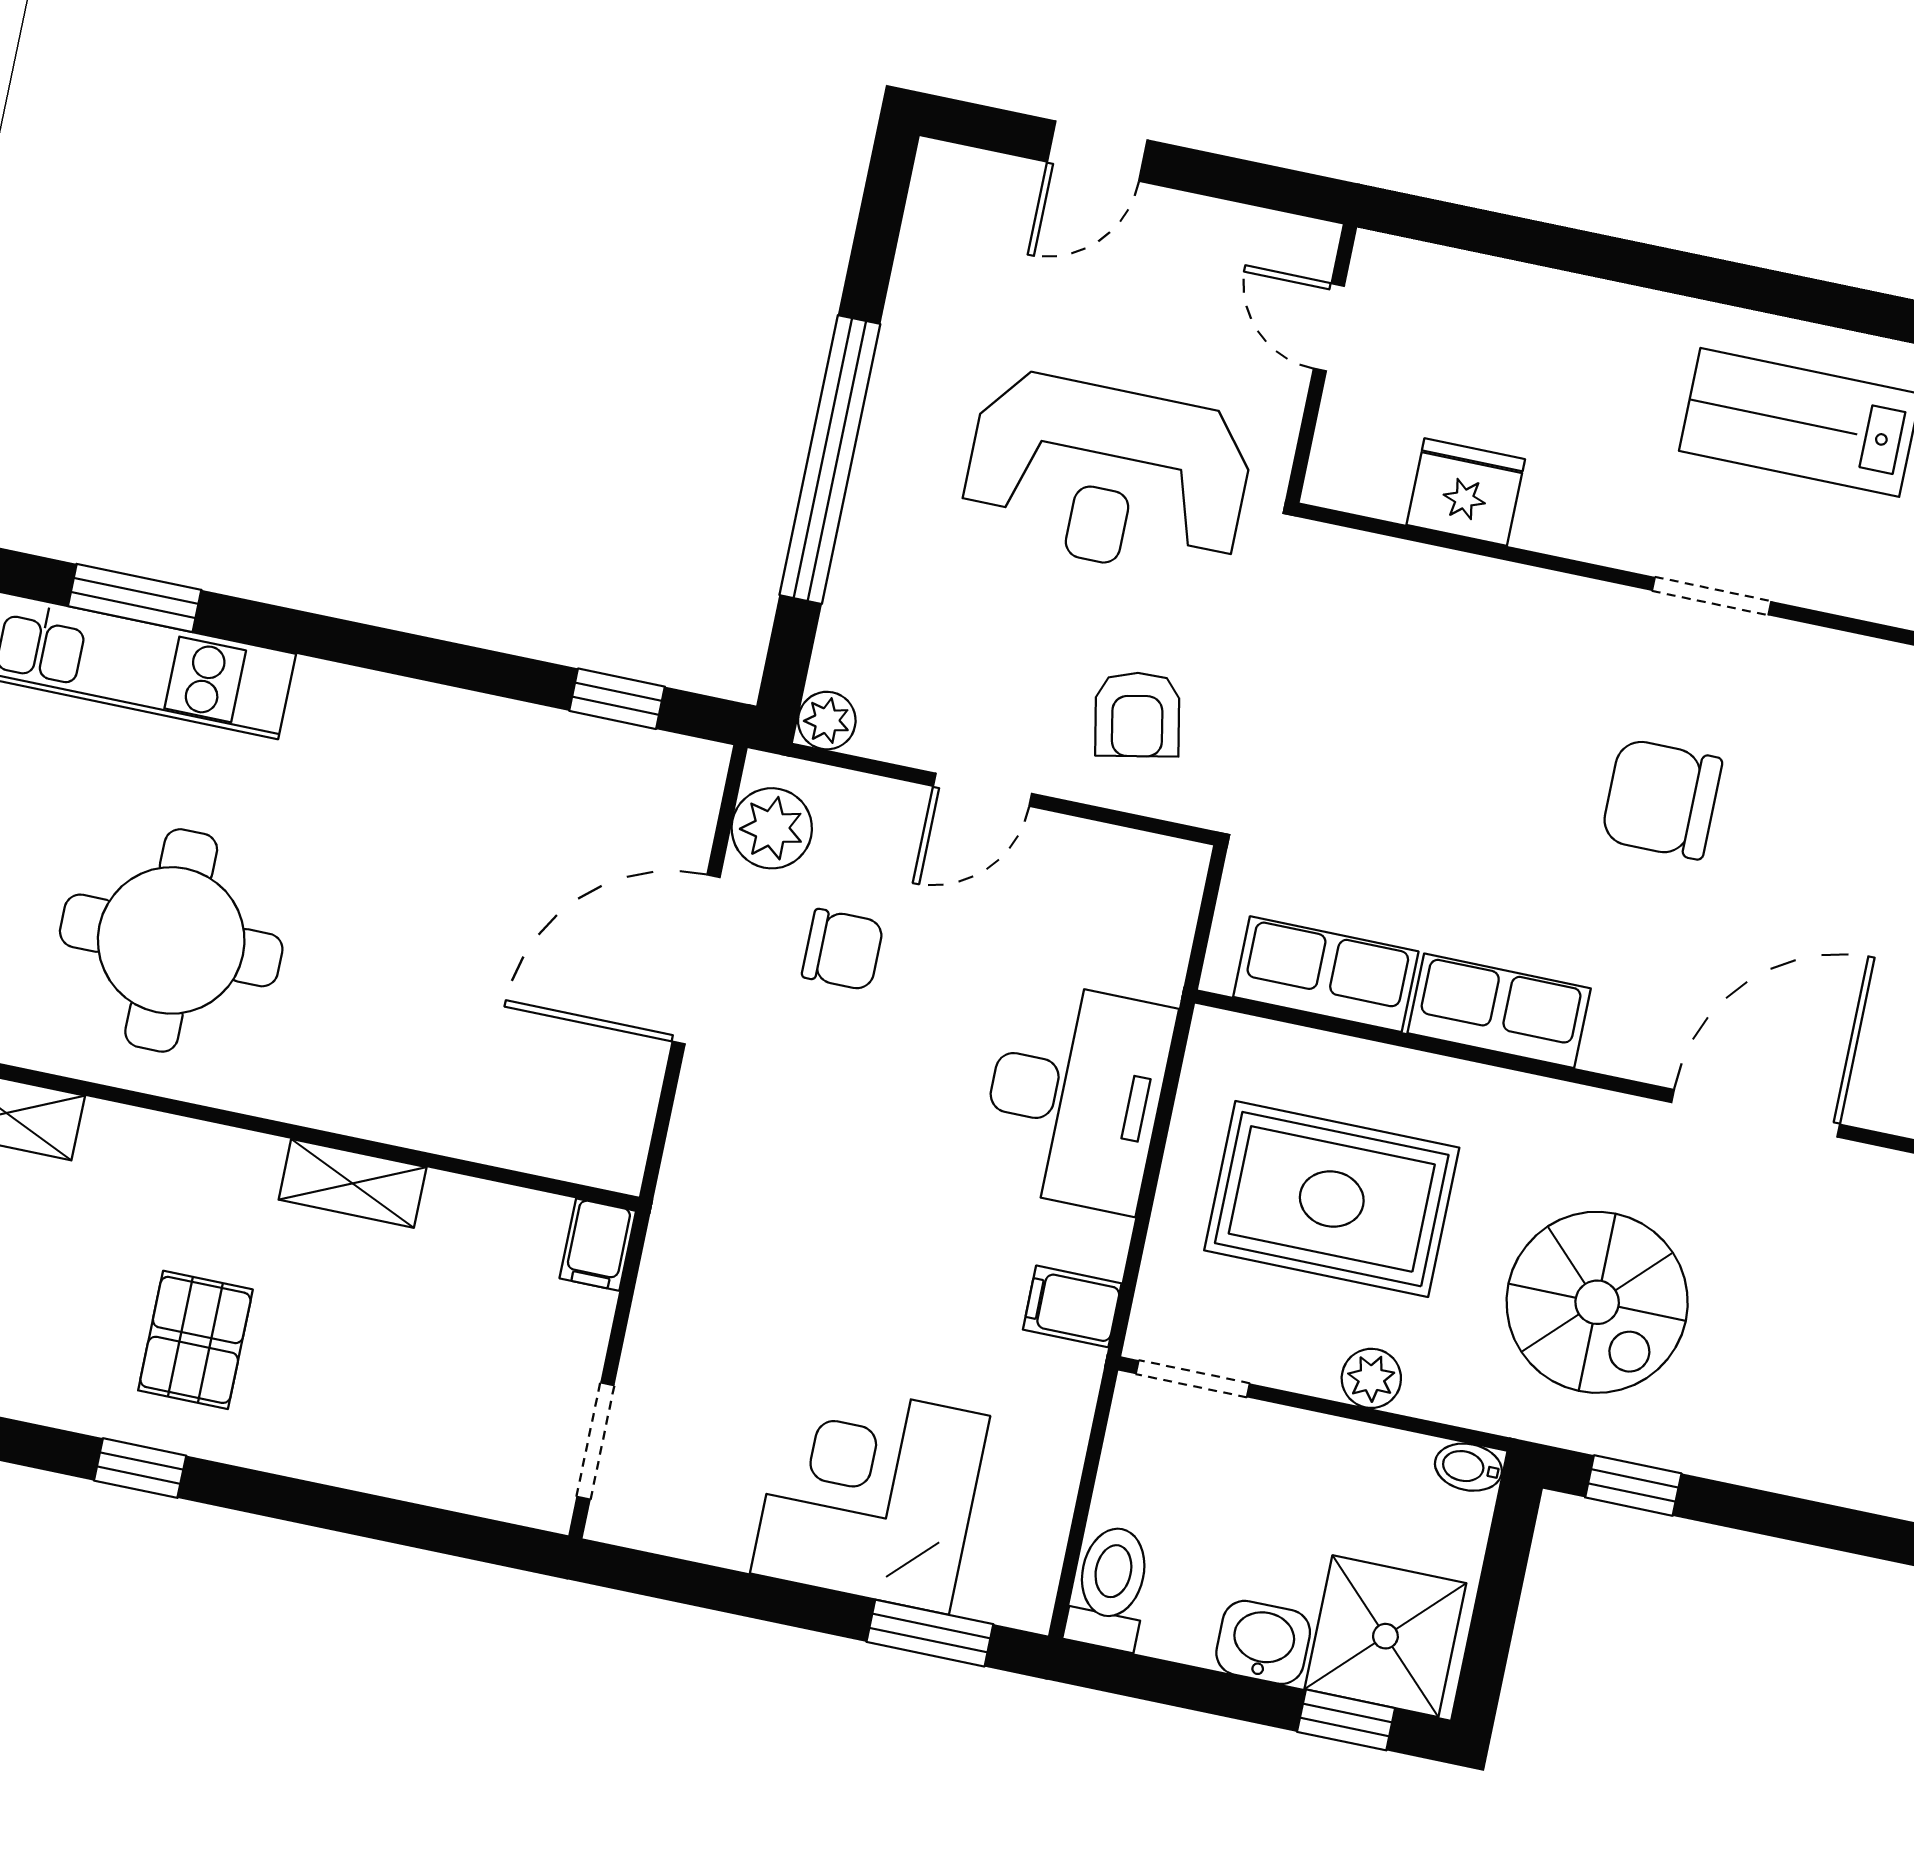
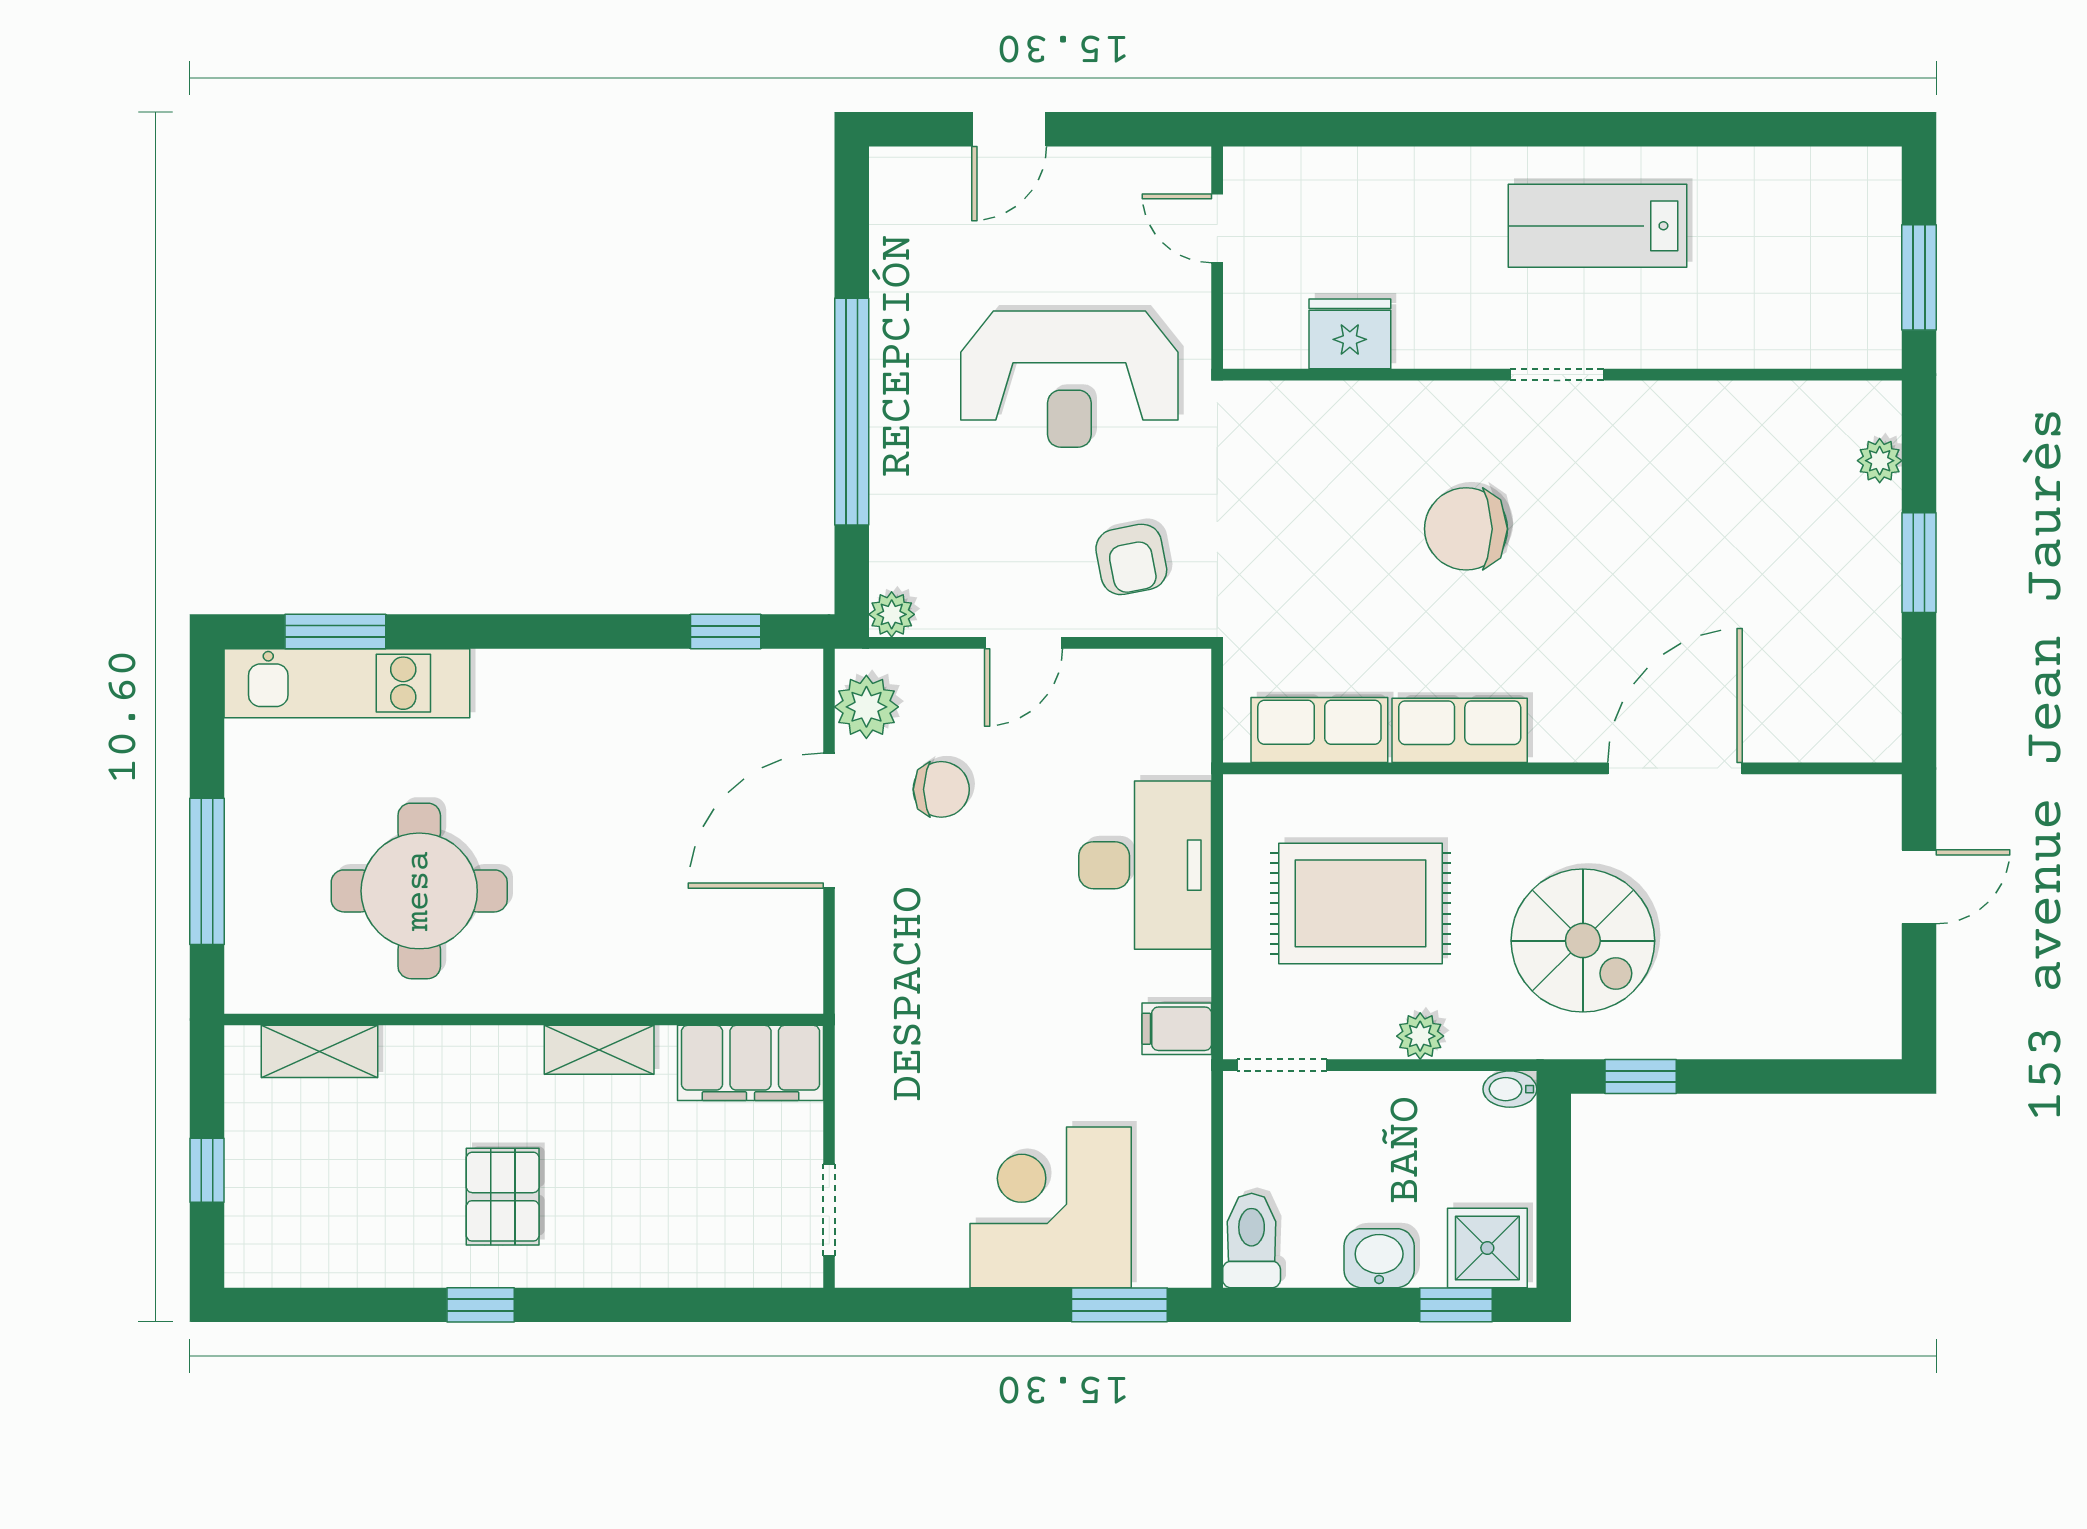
chair: (1662, 799) -> (1466, 529), moved
filing cabinet: (598, 1245) -> (751, 1063), width x3.00, depth x1.17
shower: (1385, 1636) -> (1487, 1248), width x0.73, depth x0.73

